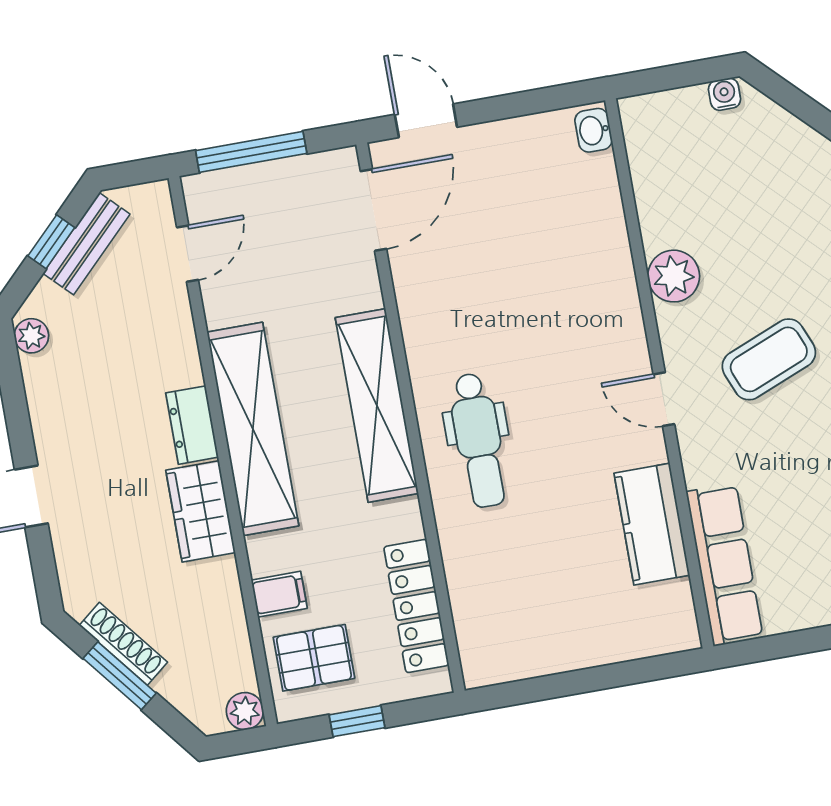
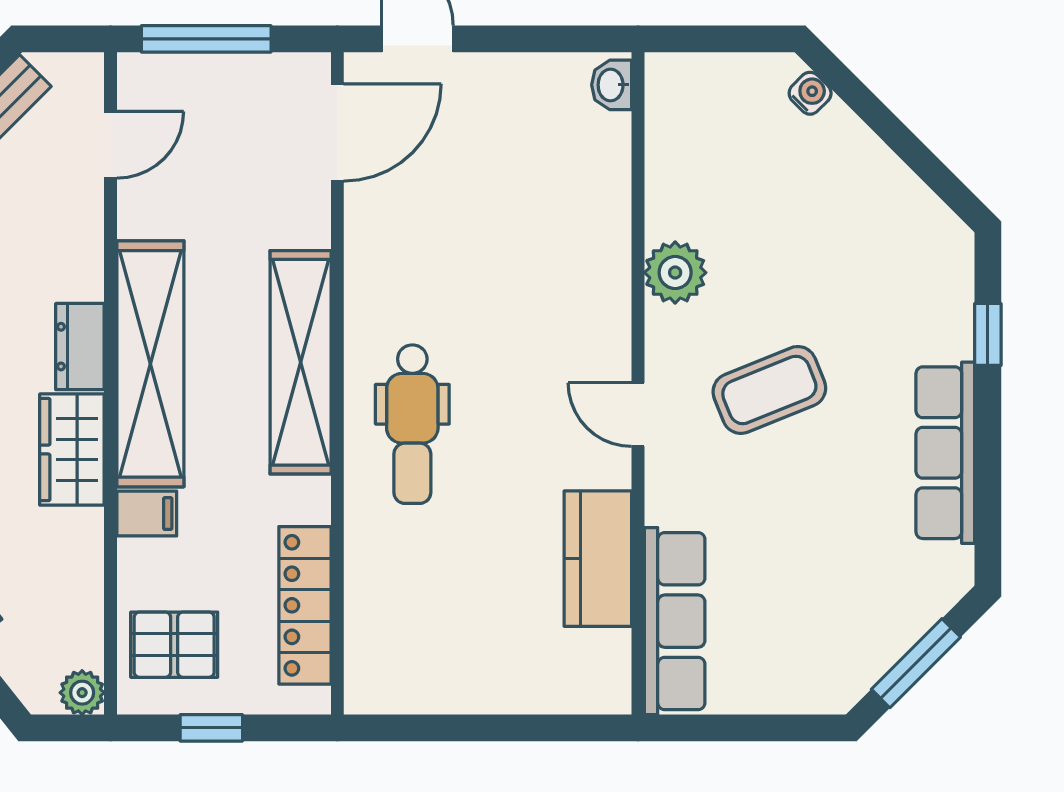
water cooler: (724, 94) -> (810, 93), moved, turned 45
filing cabinet: (279, 594) -> (147, 514), moved

